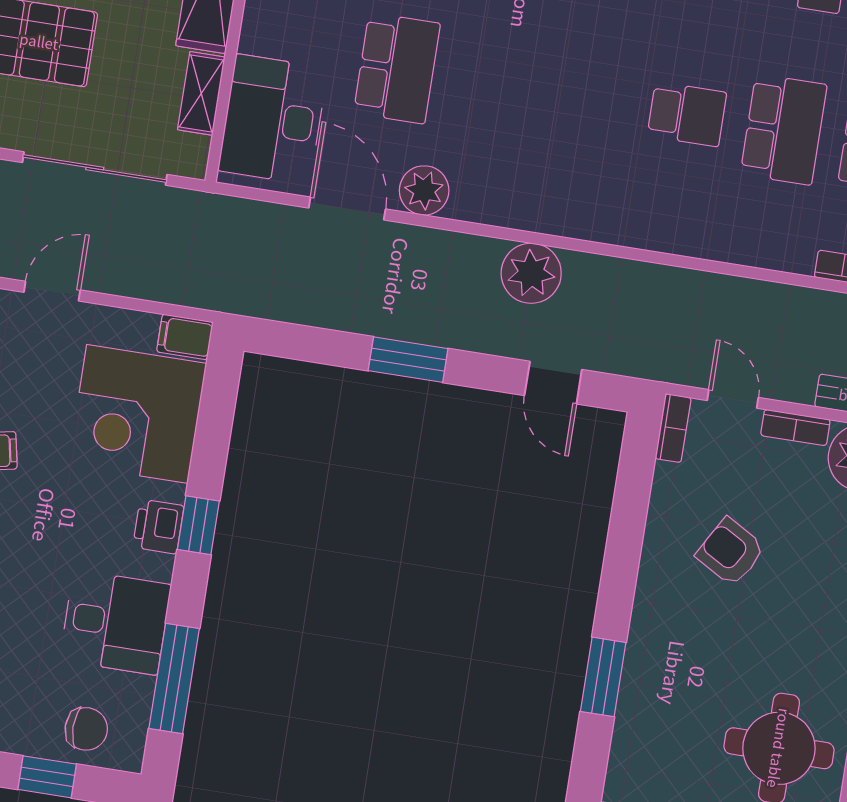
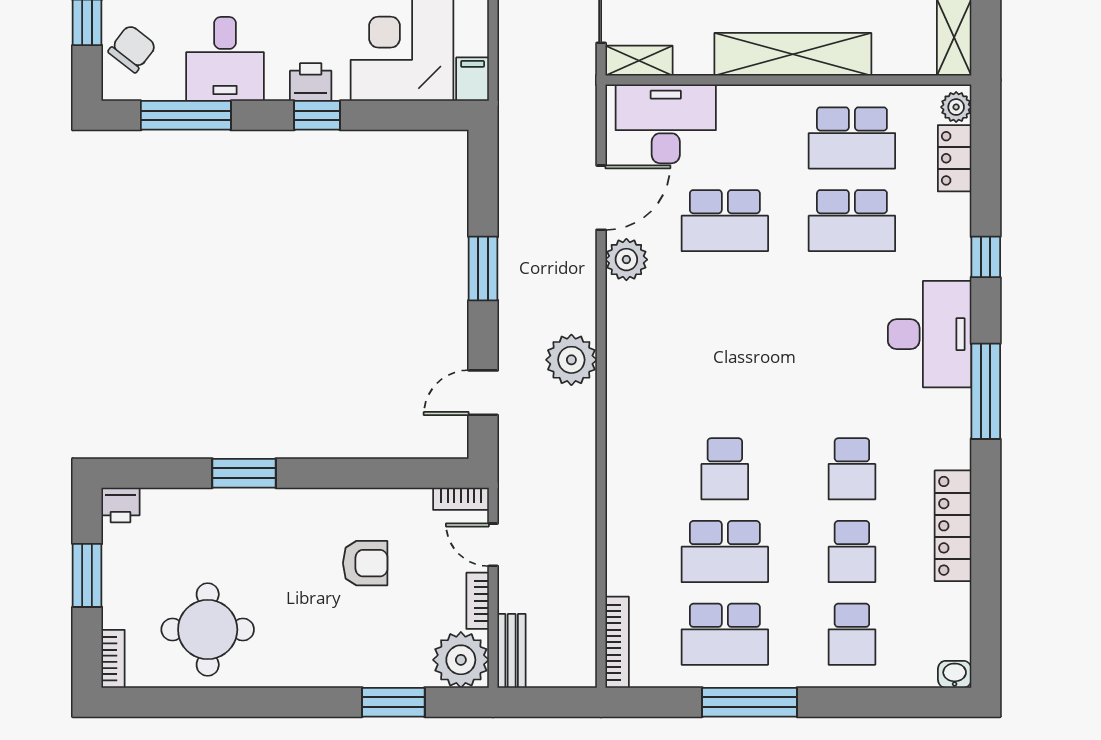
shelving: (201, 93) -> (639, 61), moved
door: (733, 399) -> (493, 545), swing flipped
armchair: (731, 552) -> (365, 563), turned 60
chair: (86, 729) -> (132, 49), turned -142

